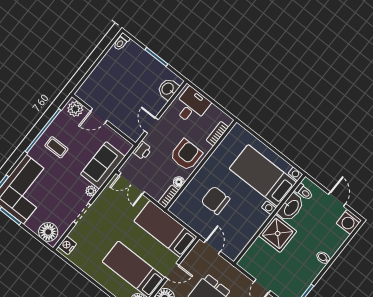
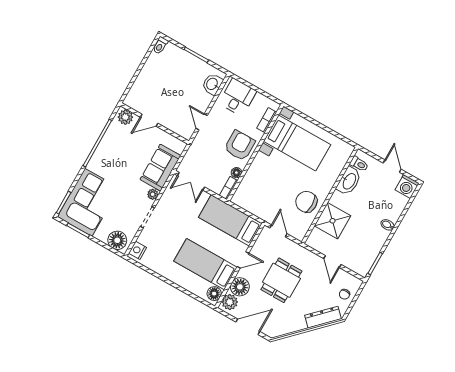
coffee table: (56, 147) -> (113, 157), removed
printer: (142, 150) -> (197, 147), removed
bed with nightstands: (263, 176) -> (297, 143), moved, turned 180
chair: (215, 200) -> (306, 202), moved
shower: (278, 233) -> (333, 221), moved

